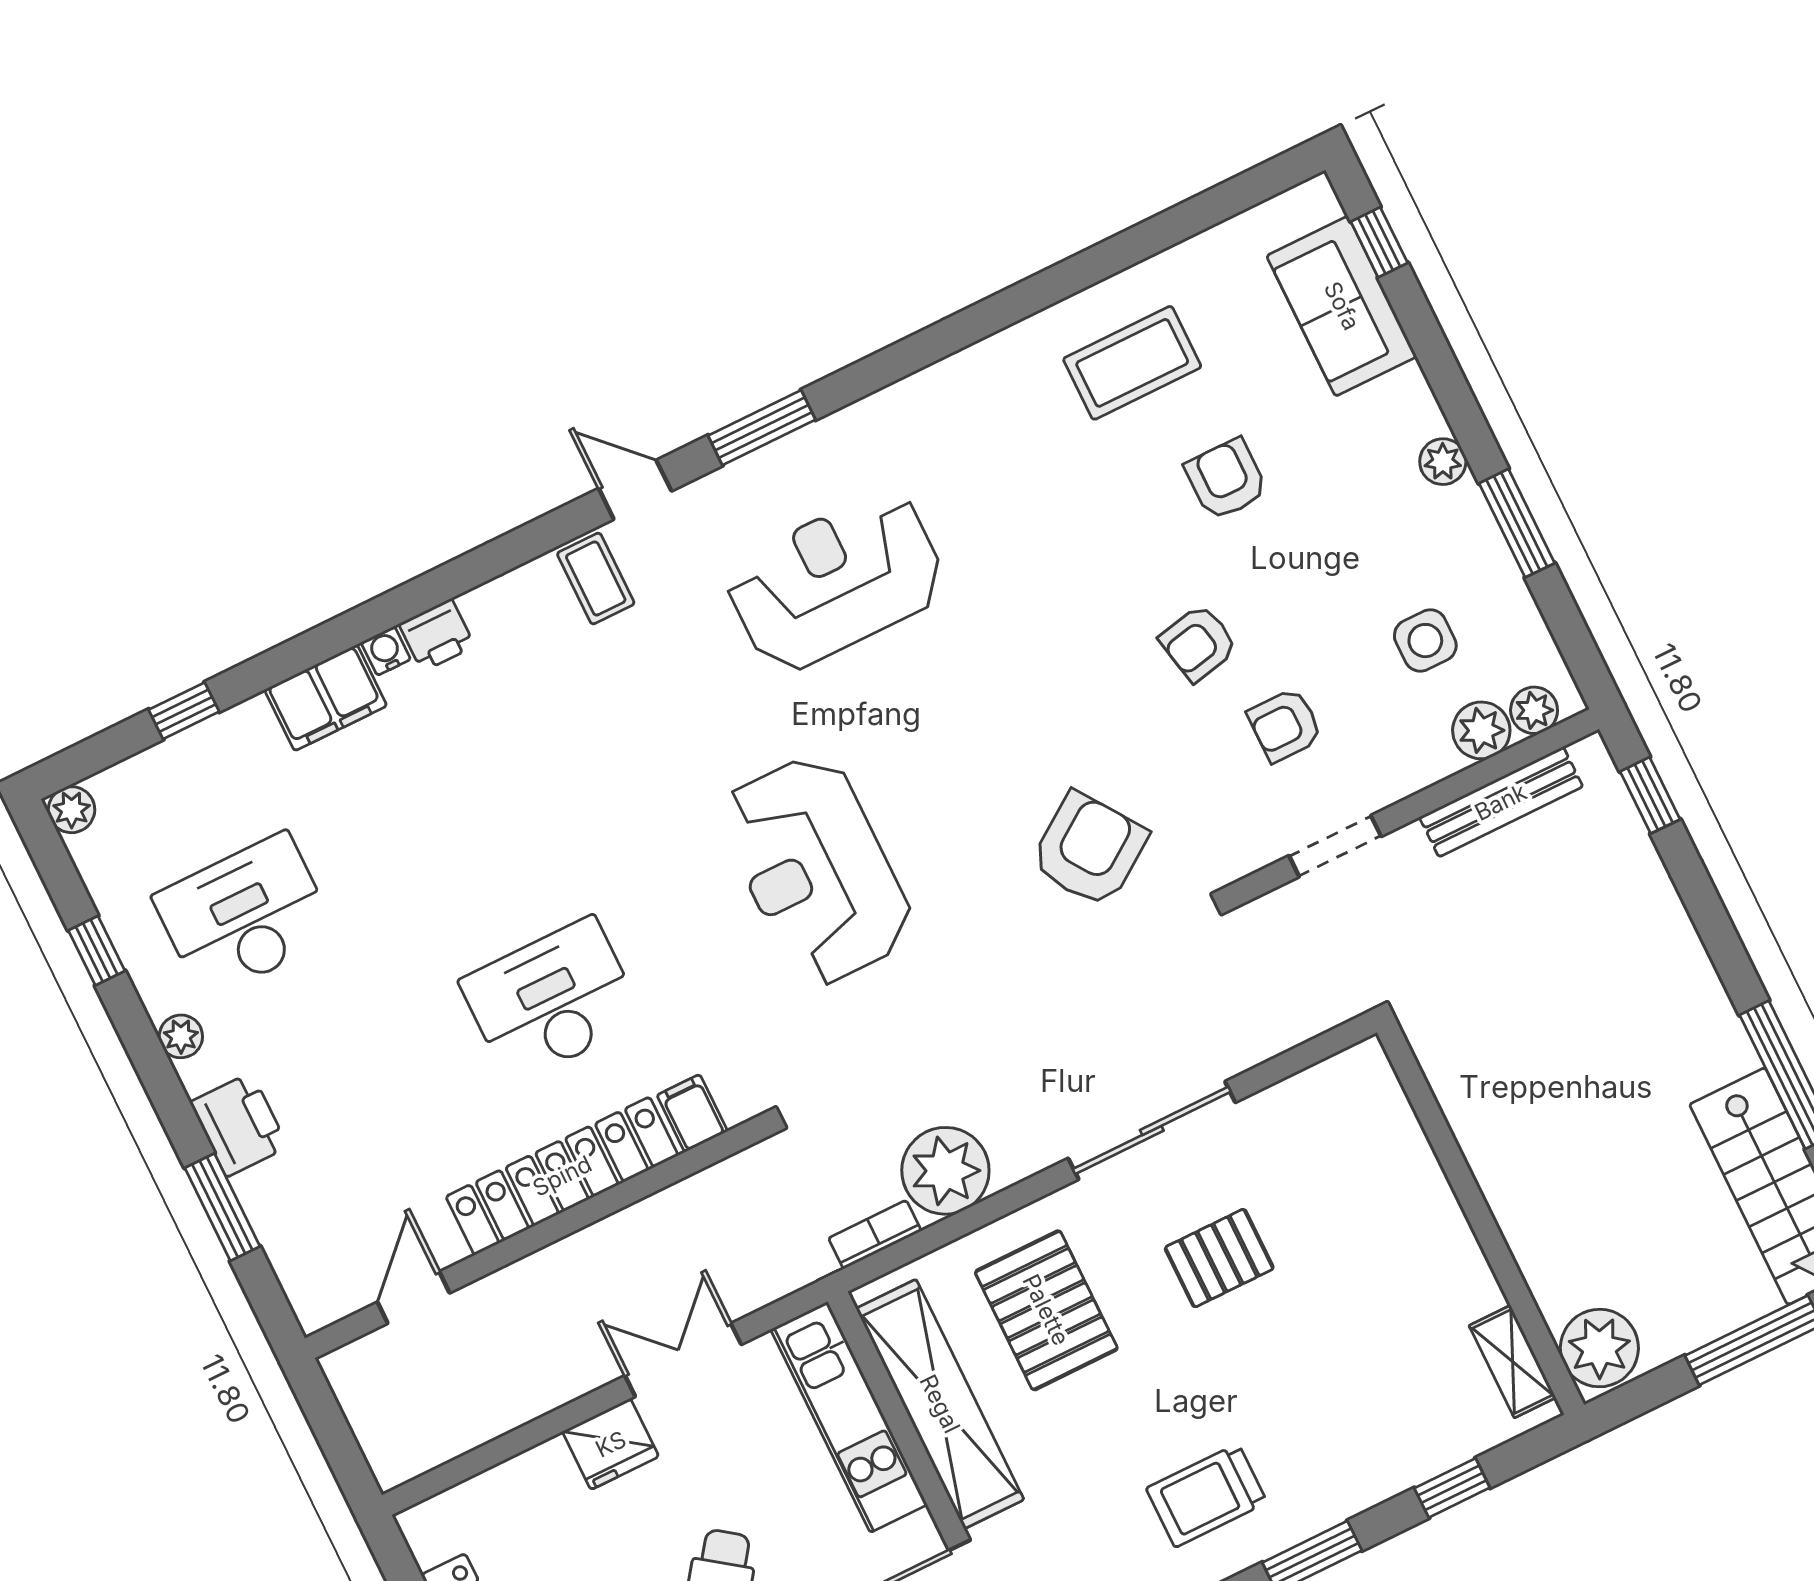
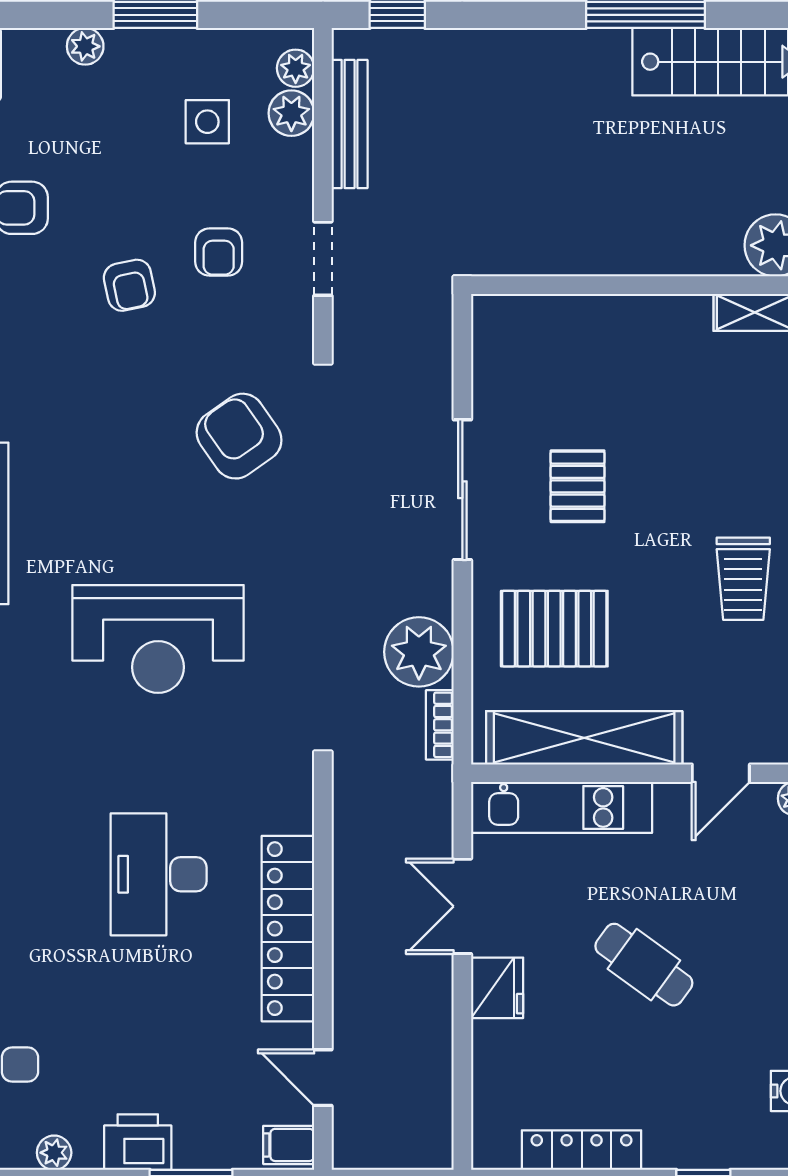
filing cabinet: (692, 1113) -> (289, 1145), moved

